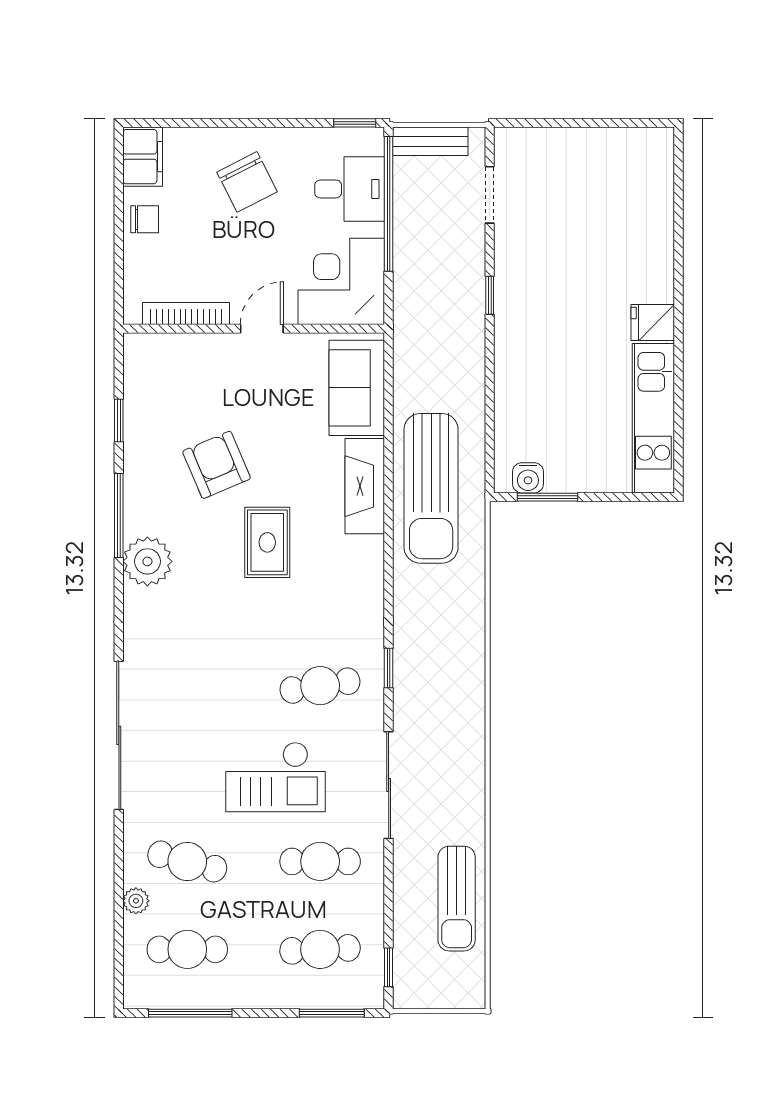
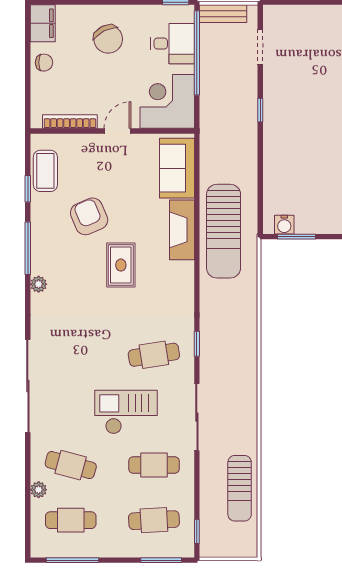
coffee table: (147, 392) -> (45, 171), added
plant: (147, 561) -> (39, 284), width x0.53, depth x0.53
checkout: (275, 777) -> (126, 412), turned 180

